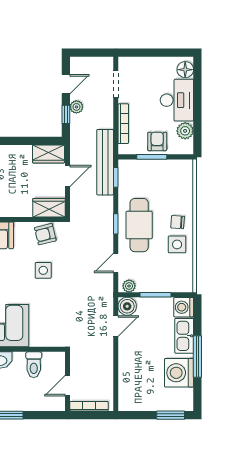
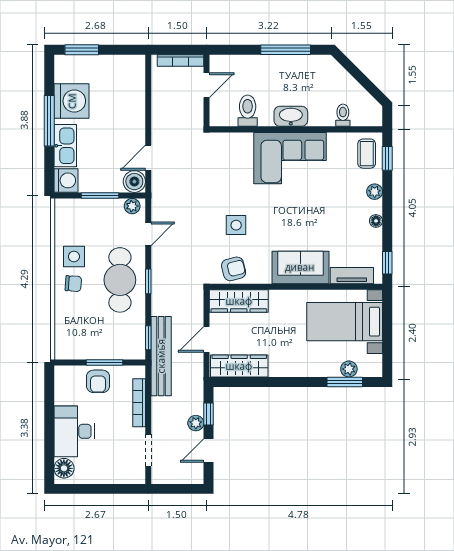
plant: (185, 131) -> (64, 394), removed
wardrobe: (49, 154) -> (239, 366), width x1.50
wardrobe: (49, 208) -> (239, 301), width x1.50

